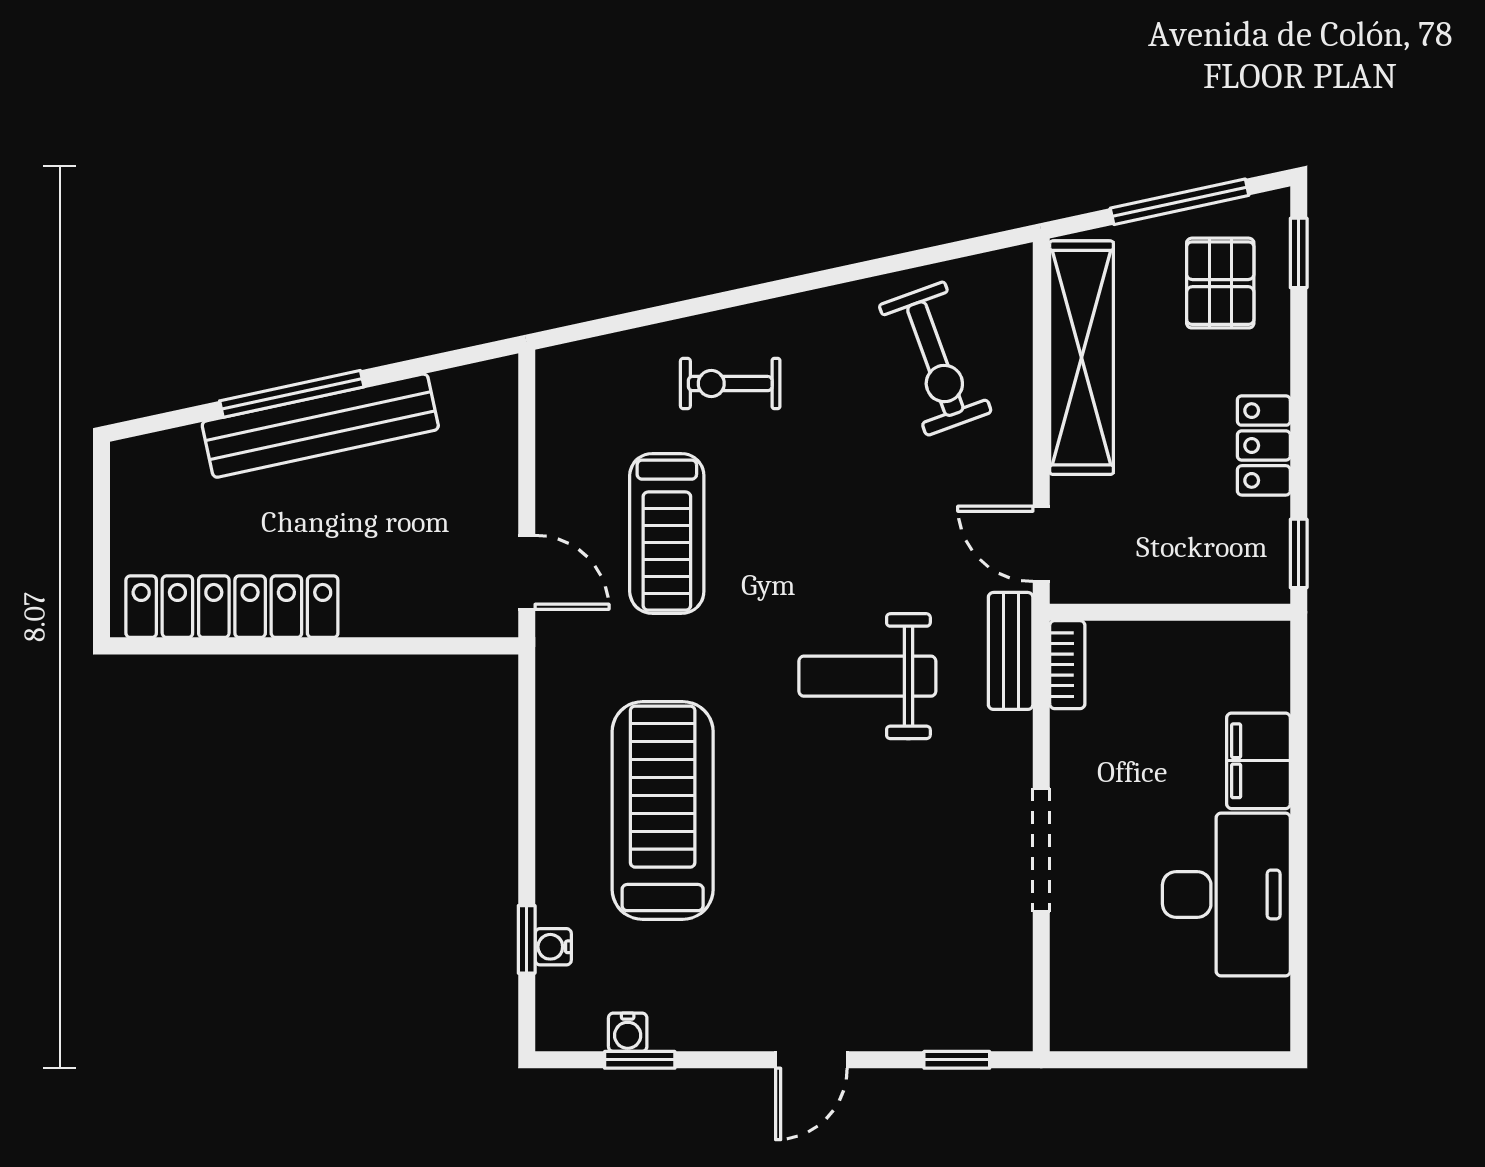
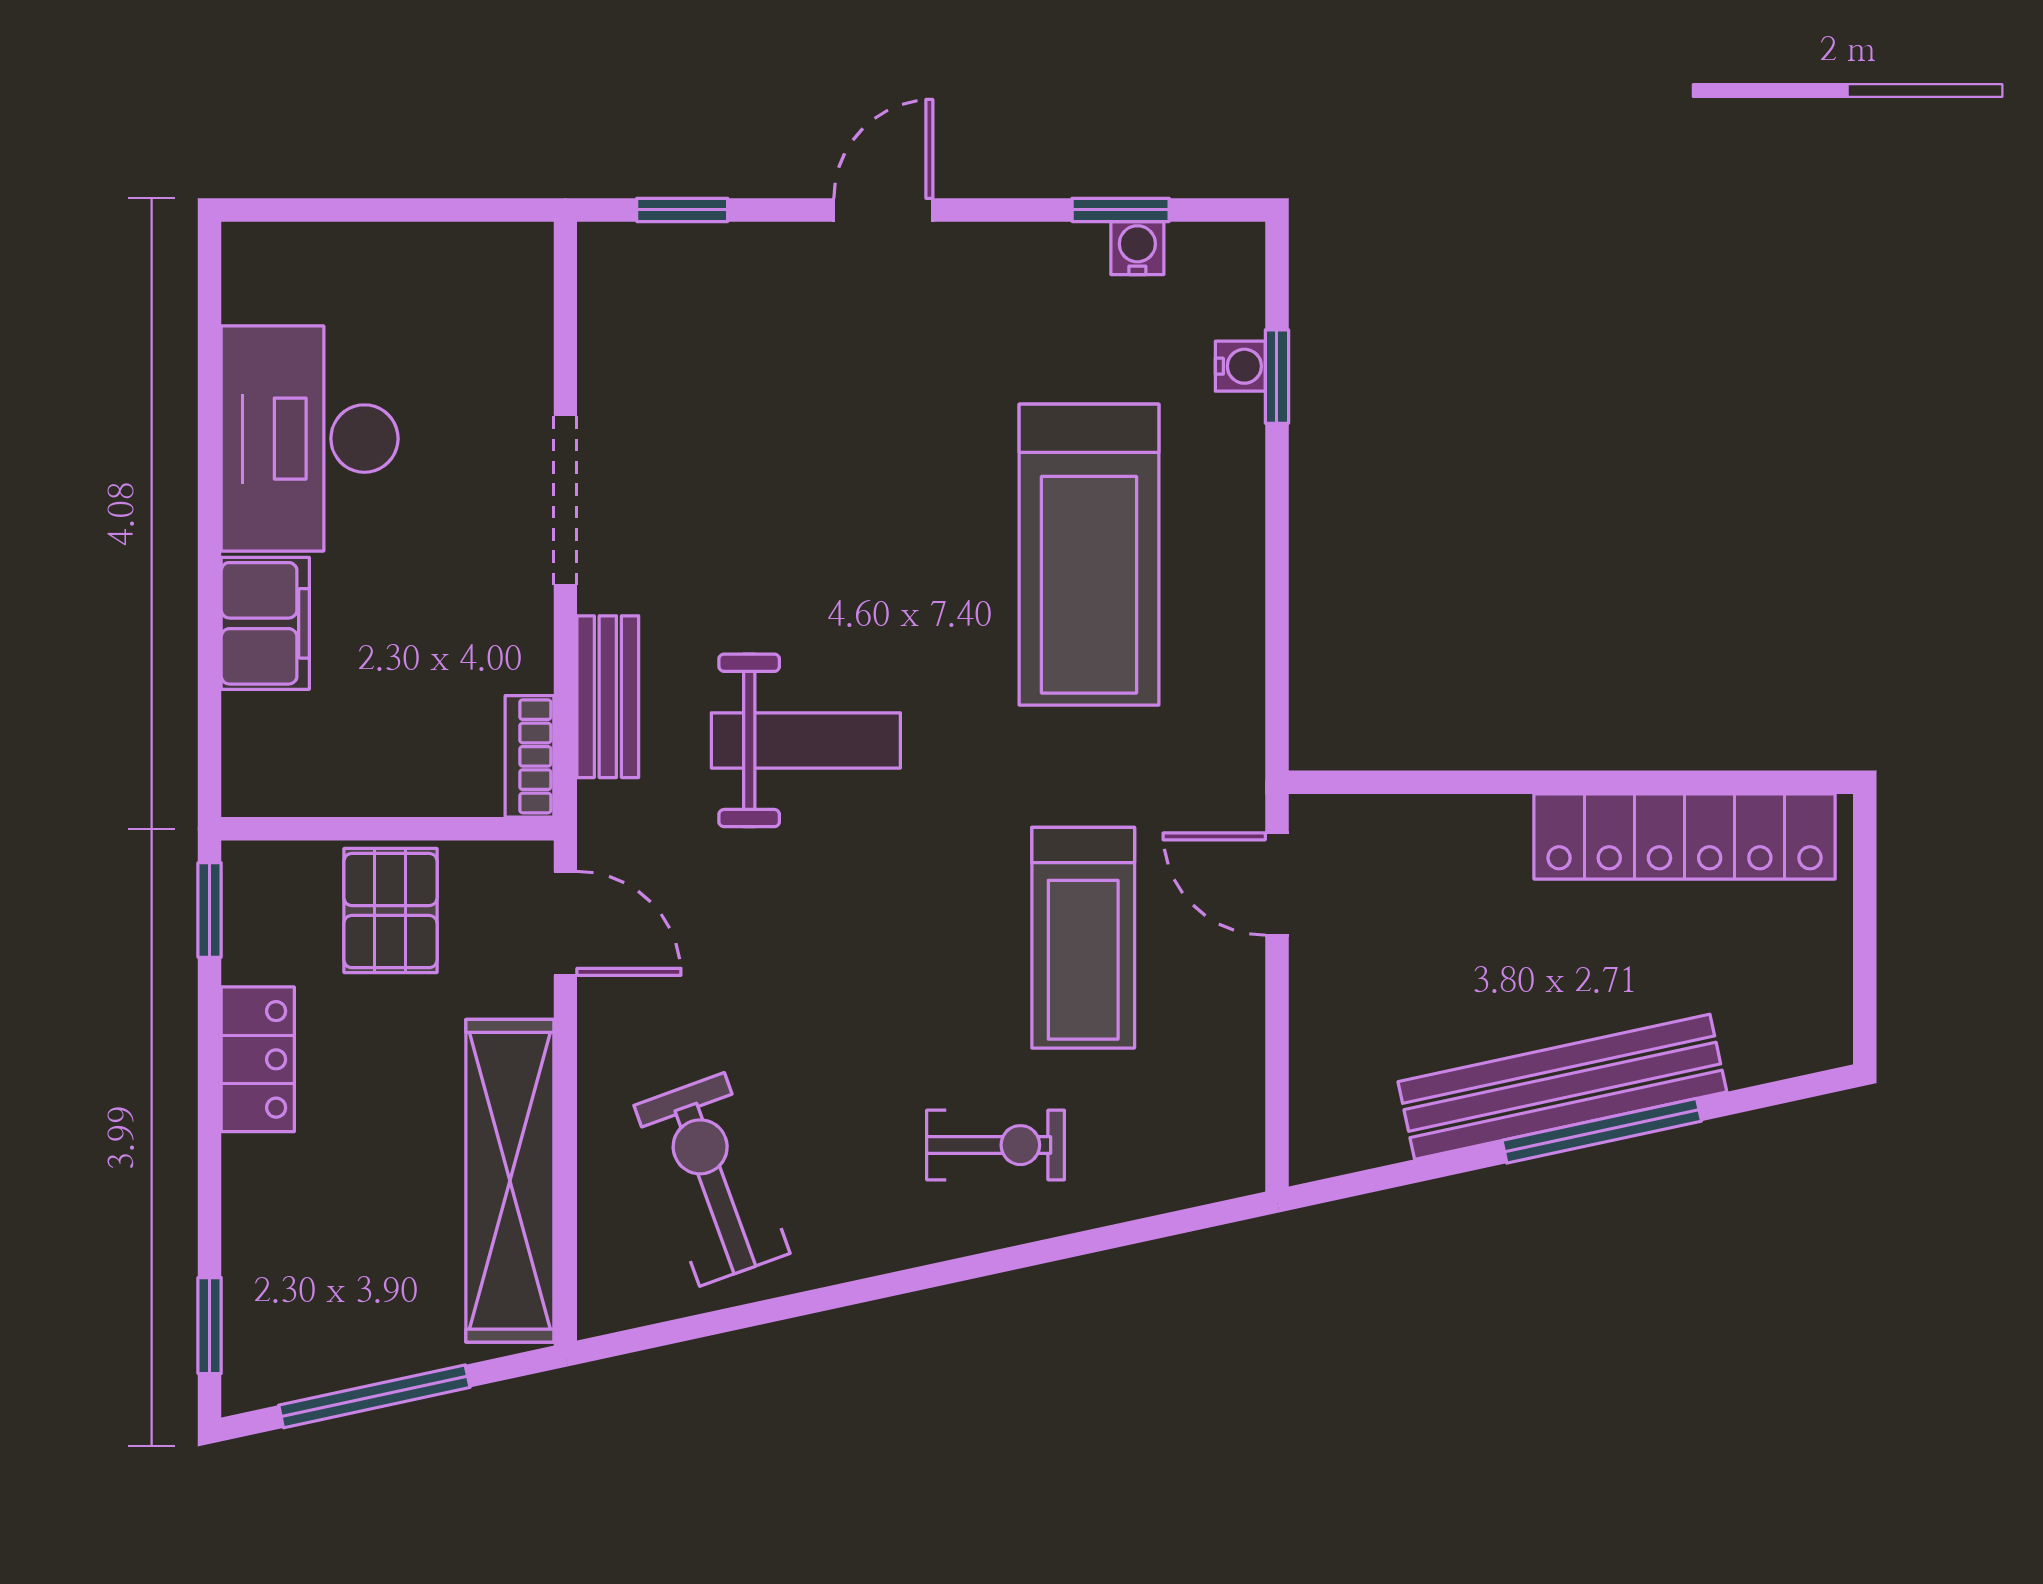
pallet: (1220, 283) -> (390, 911), moved
treadmill: (667, 533) -> (1083, 938), turned 180
bench: (1011, 651) -> (608, 697), moved

